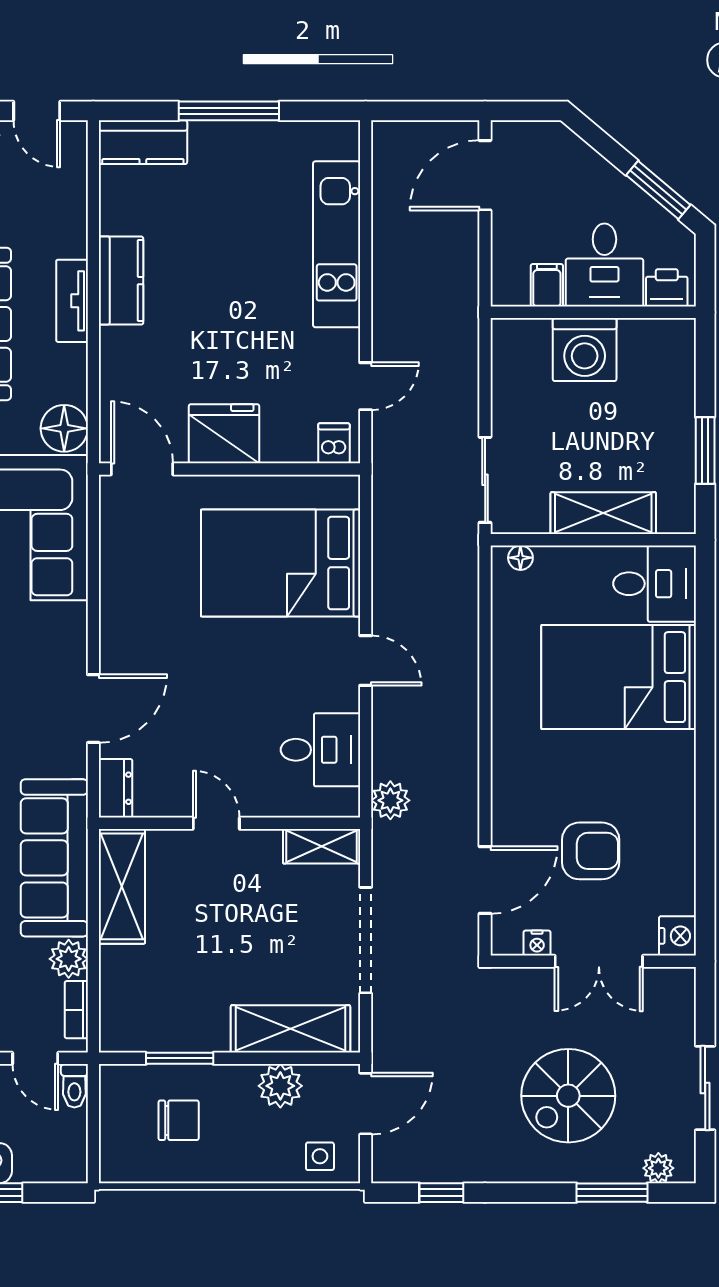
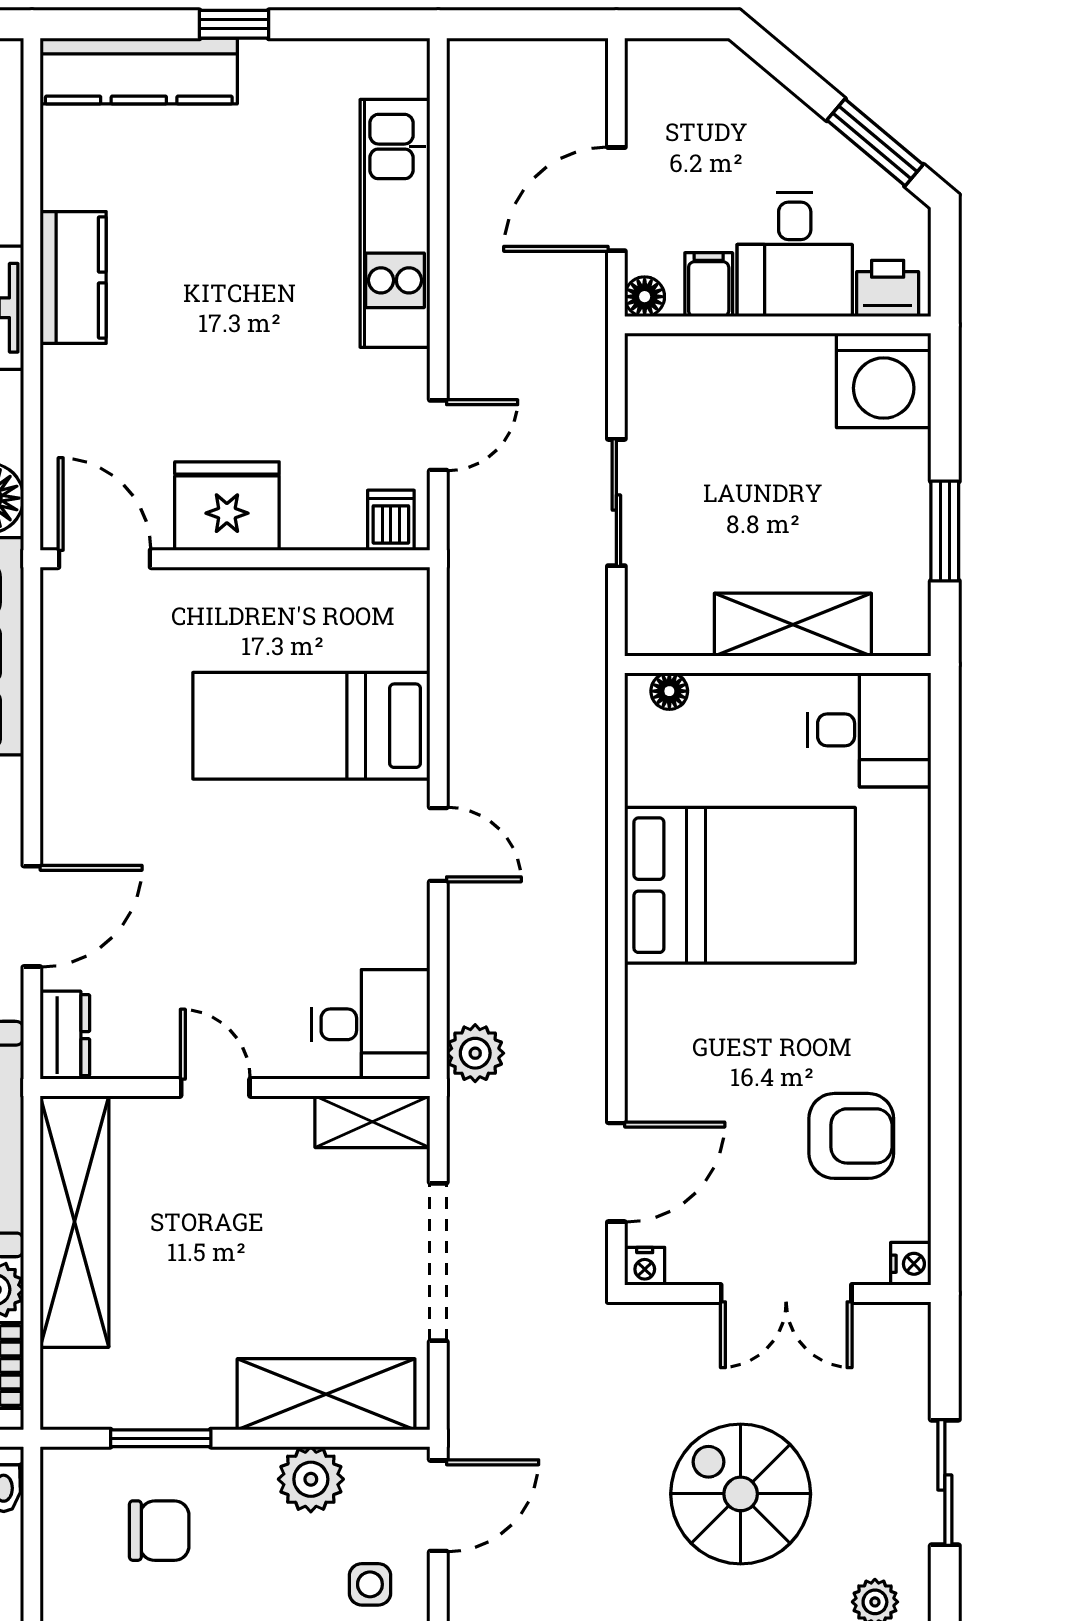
window: (229, 111) -> (234, 24), width x0.46
kitchen counter: (143, 142) -> (139, 71), width x1.50
door: (485, 175) -> (616, 199), moved
floor lamp: (504, 293) -> (645, 297), added
washing machine: (585, 350) -> (884, 380), moved
sliding door: (485, 480) -> (616, 503), moved
bed: (281, 563) -> (311, 726), width x0.67
bed: (619, 677) -> (740, 885), moved, turned 180
desk: (320, 750) -> (371, 1024), moved
armchair: (591, 851) -> (851, 1136), moved
shelving: (122, 886) -> (75, 1222), width x1.47
nightstand: (677, 936) -> (911, 1264), width x0.72, depth x0.74
nightstand: (537, 943) -> (645, 1266), moved
spiral stairs: (568, 1096) -> (741, 1494), turned 90

